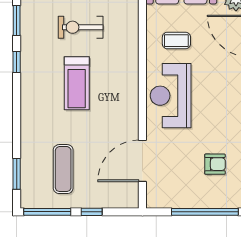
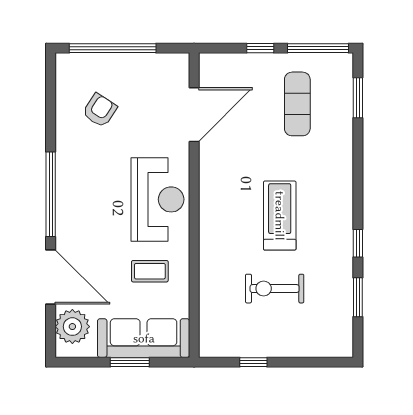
exercise bike: (81, 27) -> (275, 289), turned 180
armchair: (215, 164) -> (100, 110), turned 123

